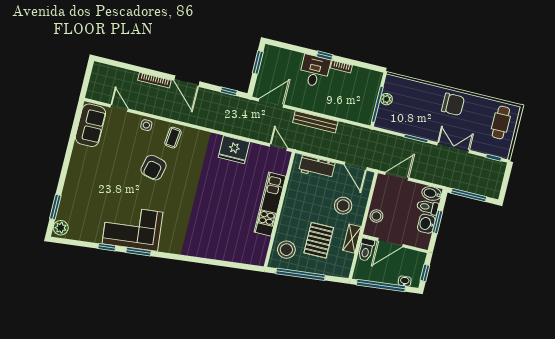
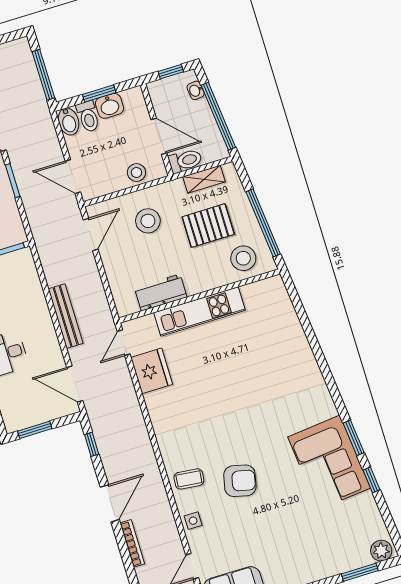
fridge: (234, 150) -> (152, 371), moved
workbench: (317, 167) -> (161, 292), moved, turned -90
shelving: (352, 239) -> (204, 179), moved

